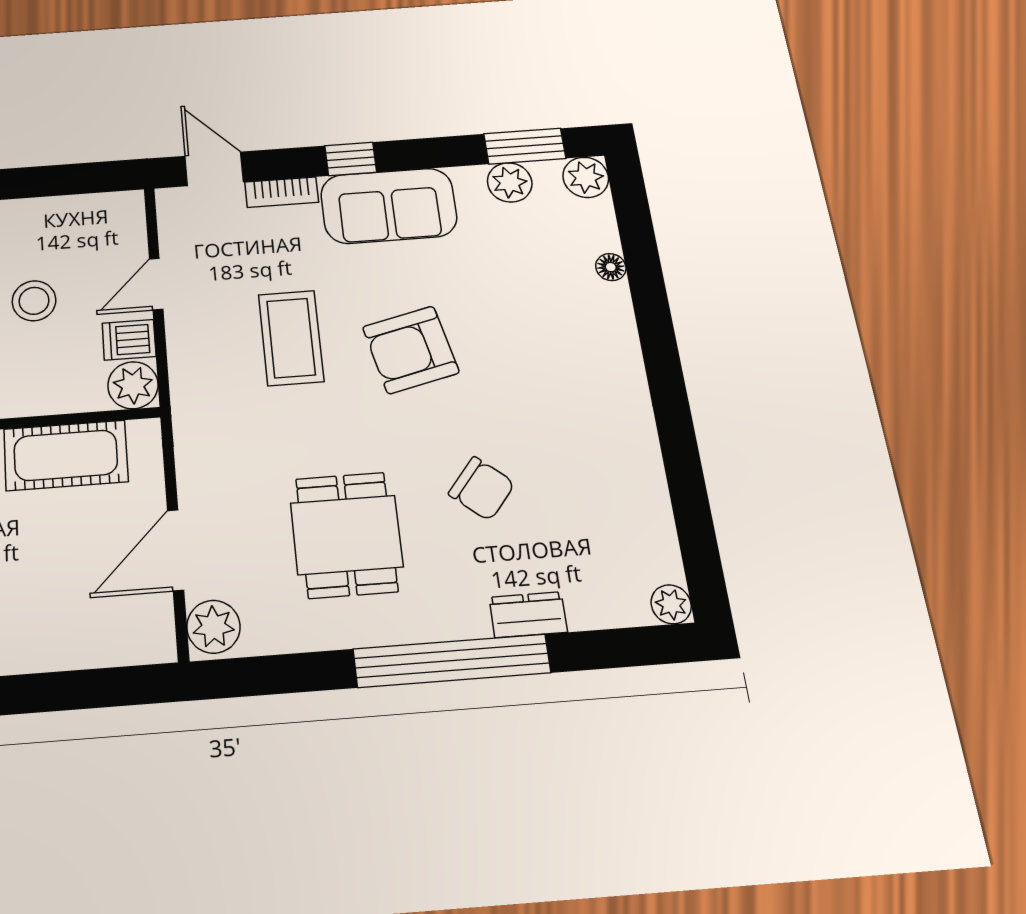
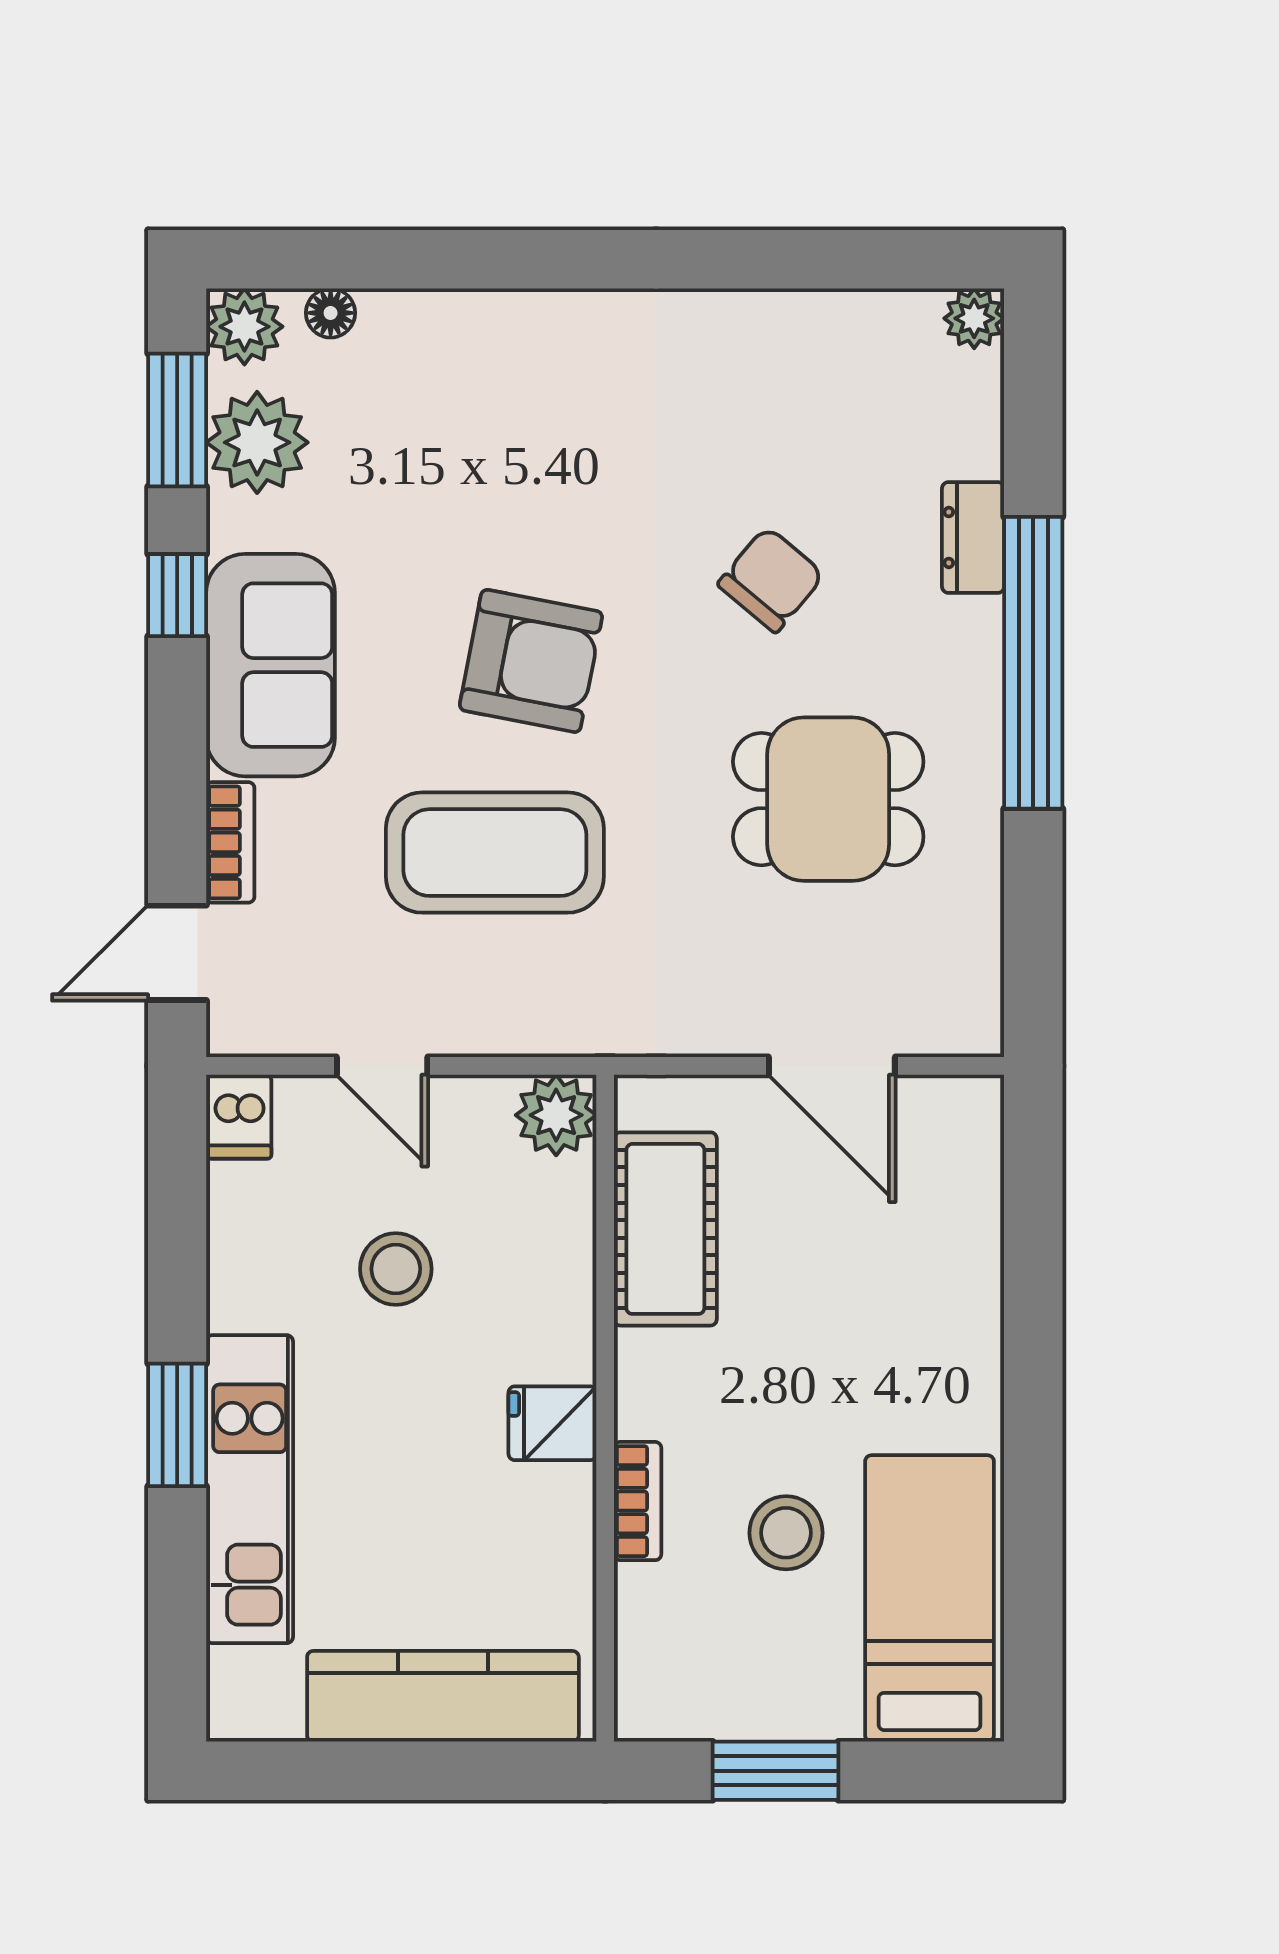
window: (351, 159) -> (177, 595), moved
plant: (510, 182) -> (257, 442), width x1.36, depth x1.36
floor lamp: (611, 267) -> (331, 313), moved
coffee table: (291, 338) -> (495, 853), width x1.36, depth x1.32
dishwasher: (129, 340) -> (239, 1117), moved
armchair: (411, 350) -> (531, 661), turned -66
plant: (213, 627) -> (955, 1017), removed

